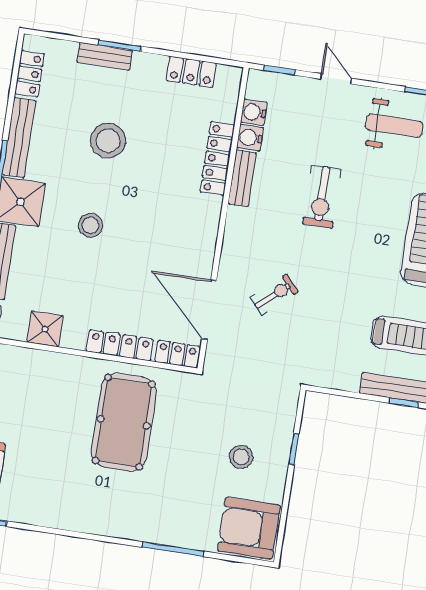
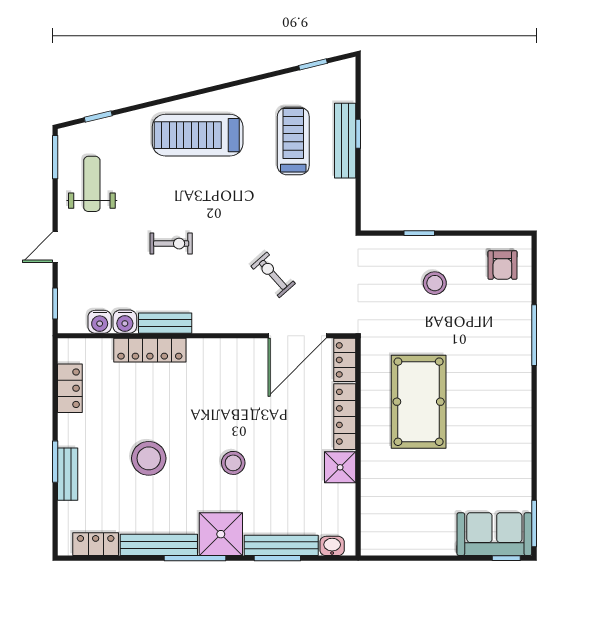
exercise bike: (322, 197) -> (171, 244), width x0.73, depth x0.72
shower: (45, 329) -> (340, 467), moved
pool table: (124, 422) -> (419, 402), turned 90
armchair: (249, 528) -> (502, 265), width x0.53, depth x0.53

